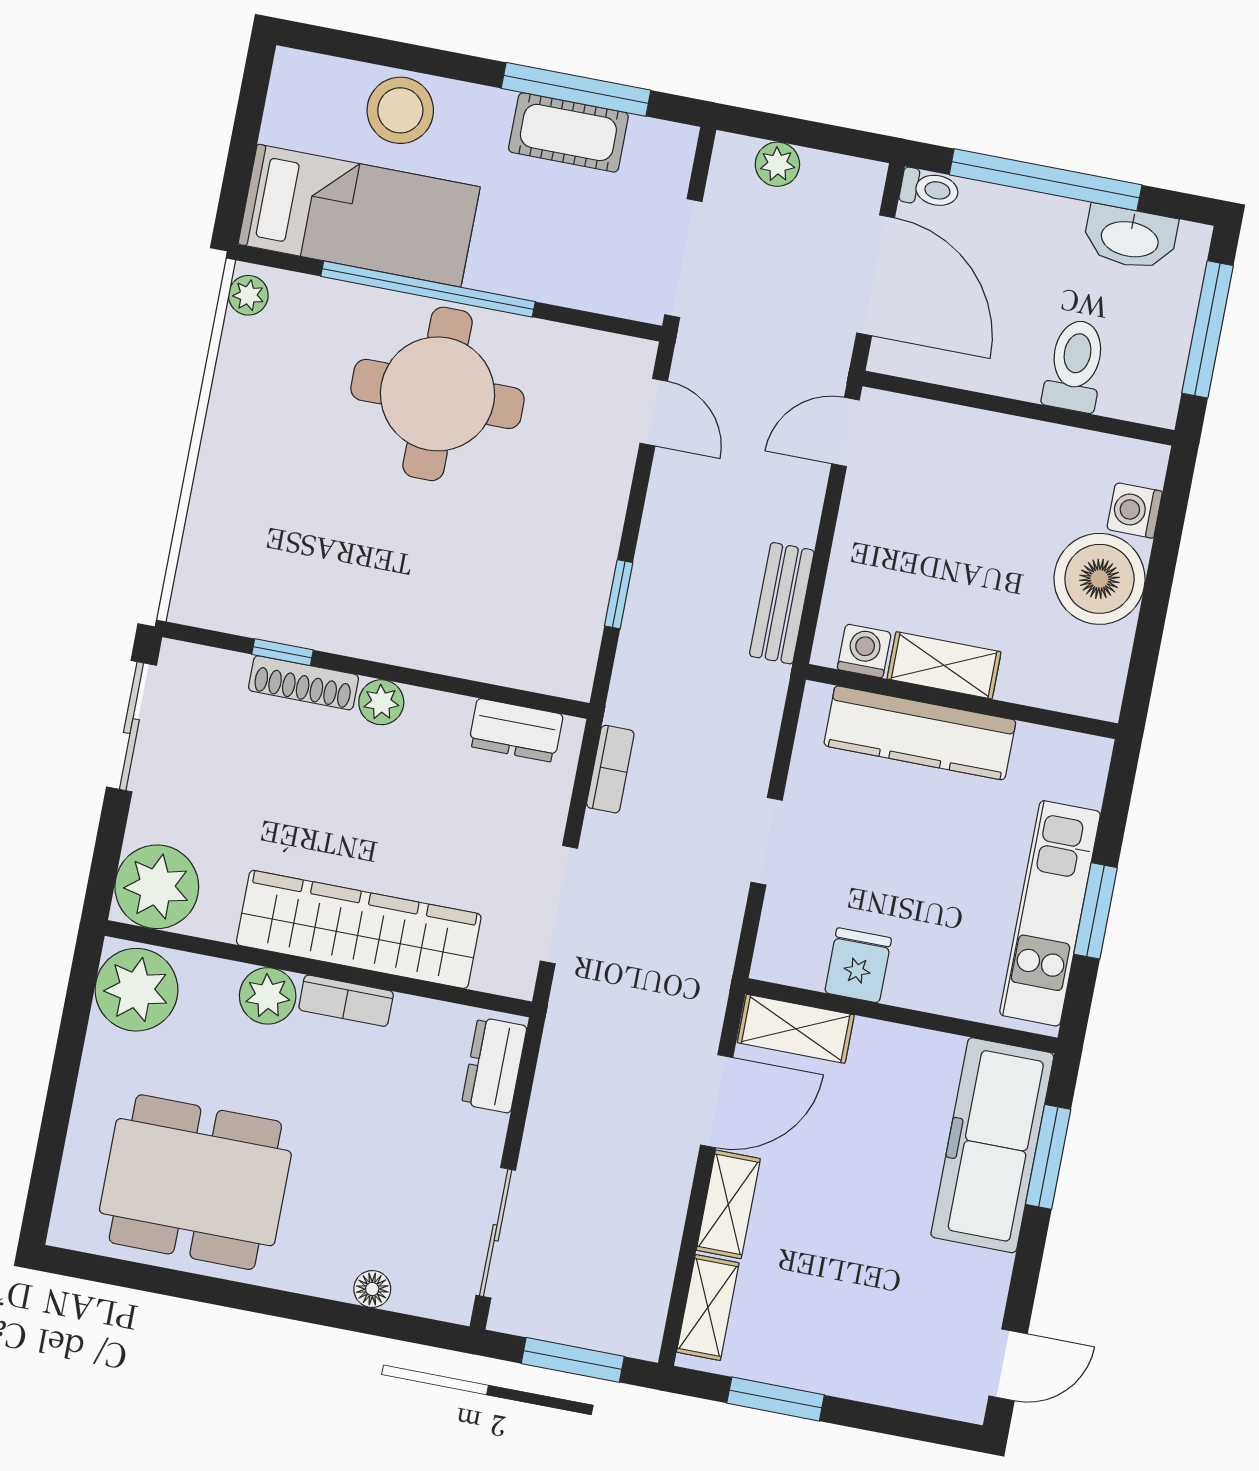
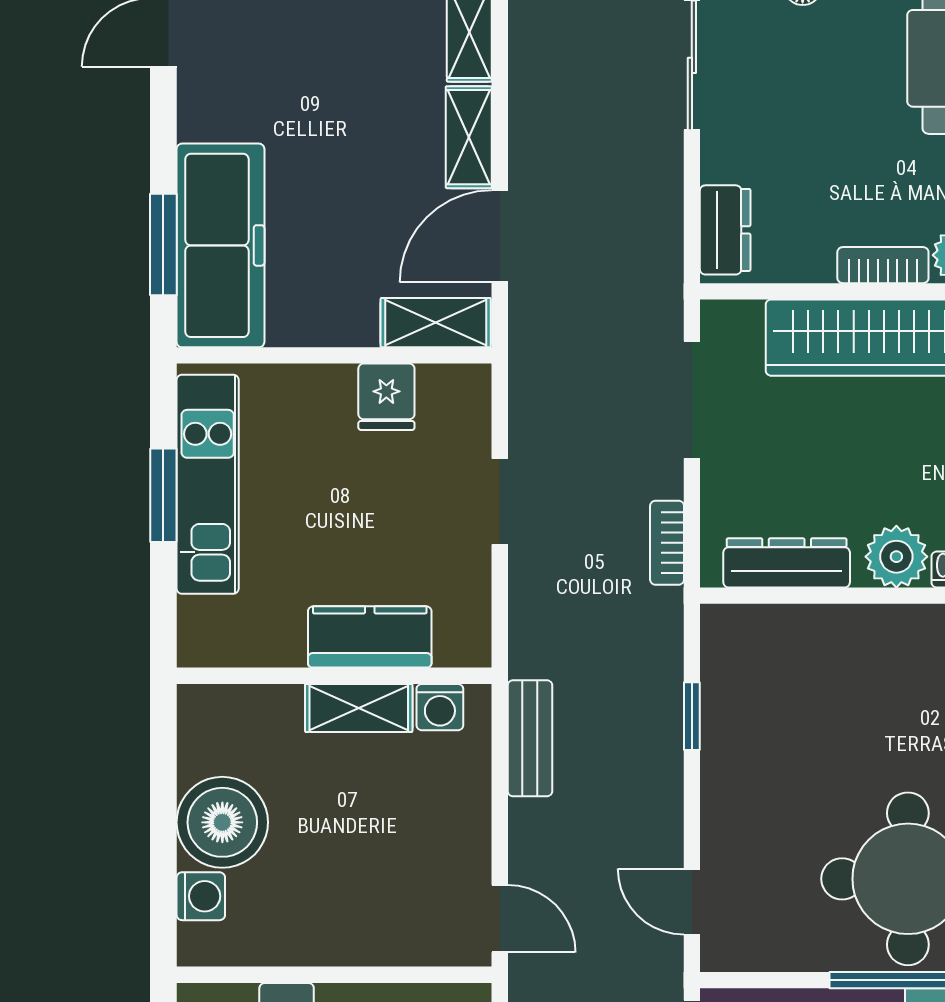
door: (846, 432) -> (500, 919), hinge flipped
plant: (381, 702) -> (896, 557), width x1.38, depth x1.38
dresser: (516, 730) -> (787, 563), width x1.44
kitchen counter: (920, 733) -> (370, 637), width x0.67

